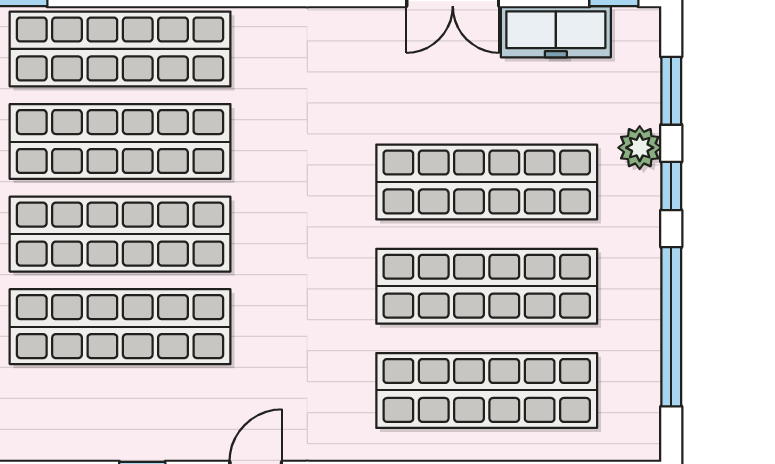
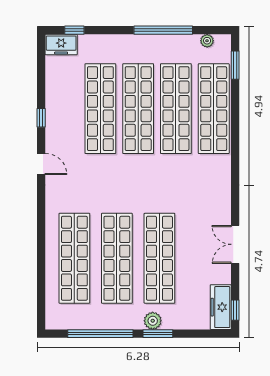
freezer: (556, 32) -> (221, 307), moved
window: (671, 91) -> (197, 334), removed
plant: (640, 148) -> (153, 321), moved
window: (671, 186) -> (158, 334), width x1.50

